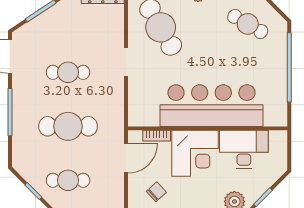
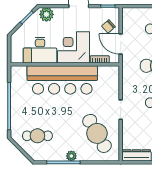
cafe table: (248, 24) -> (37, 136), turned -30
door: (126, 158) -> (121, 44), hinge flipped
chair: (156, 192) -> (108, 26), moved

